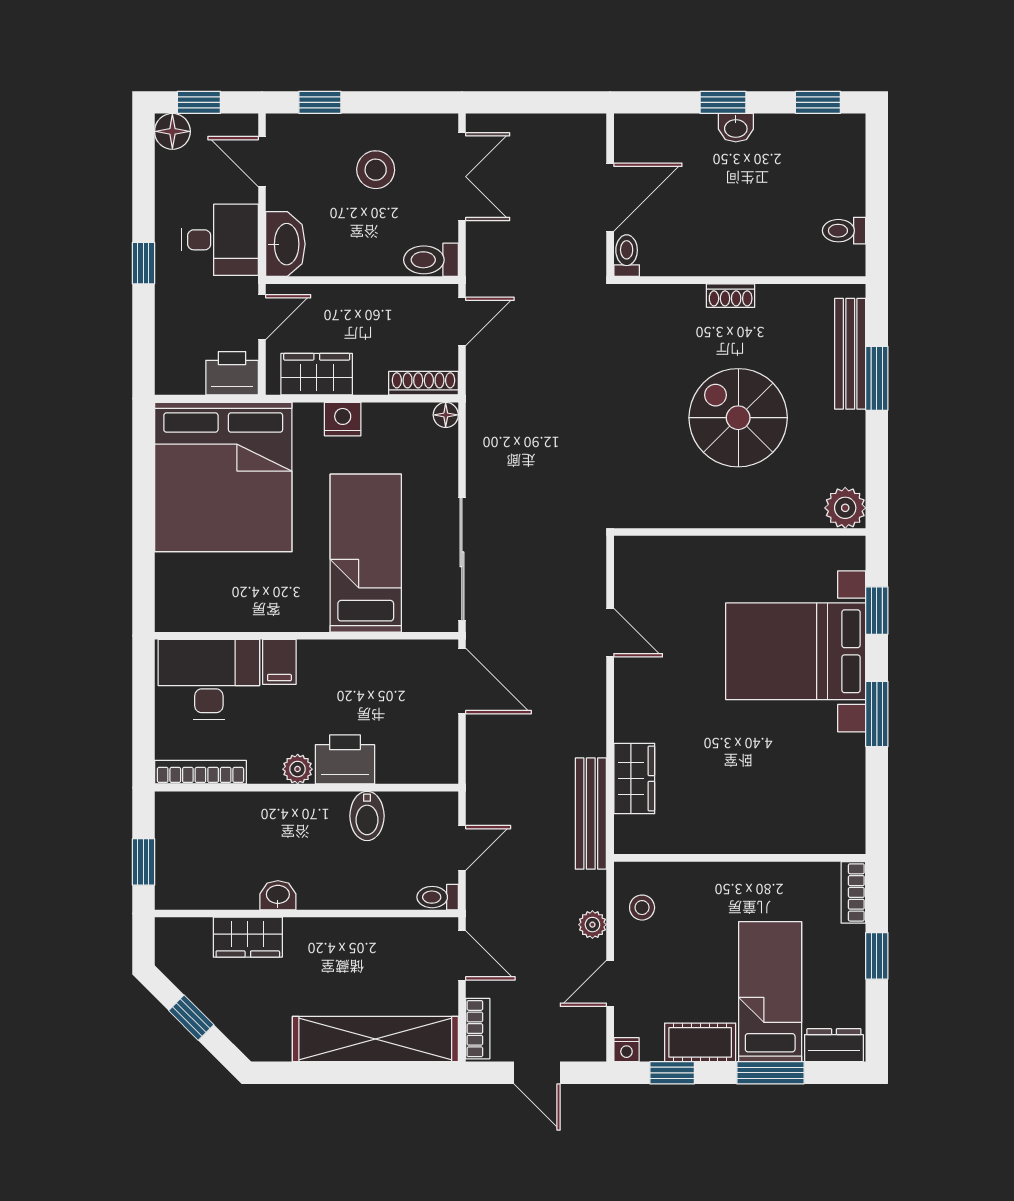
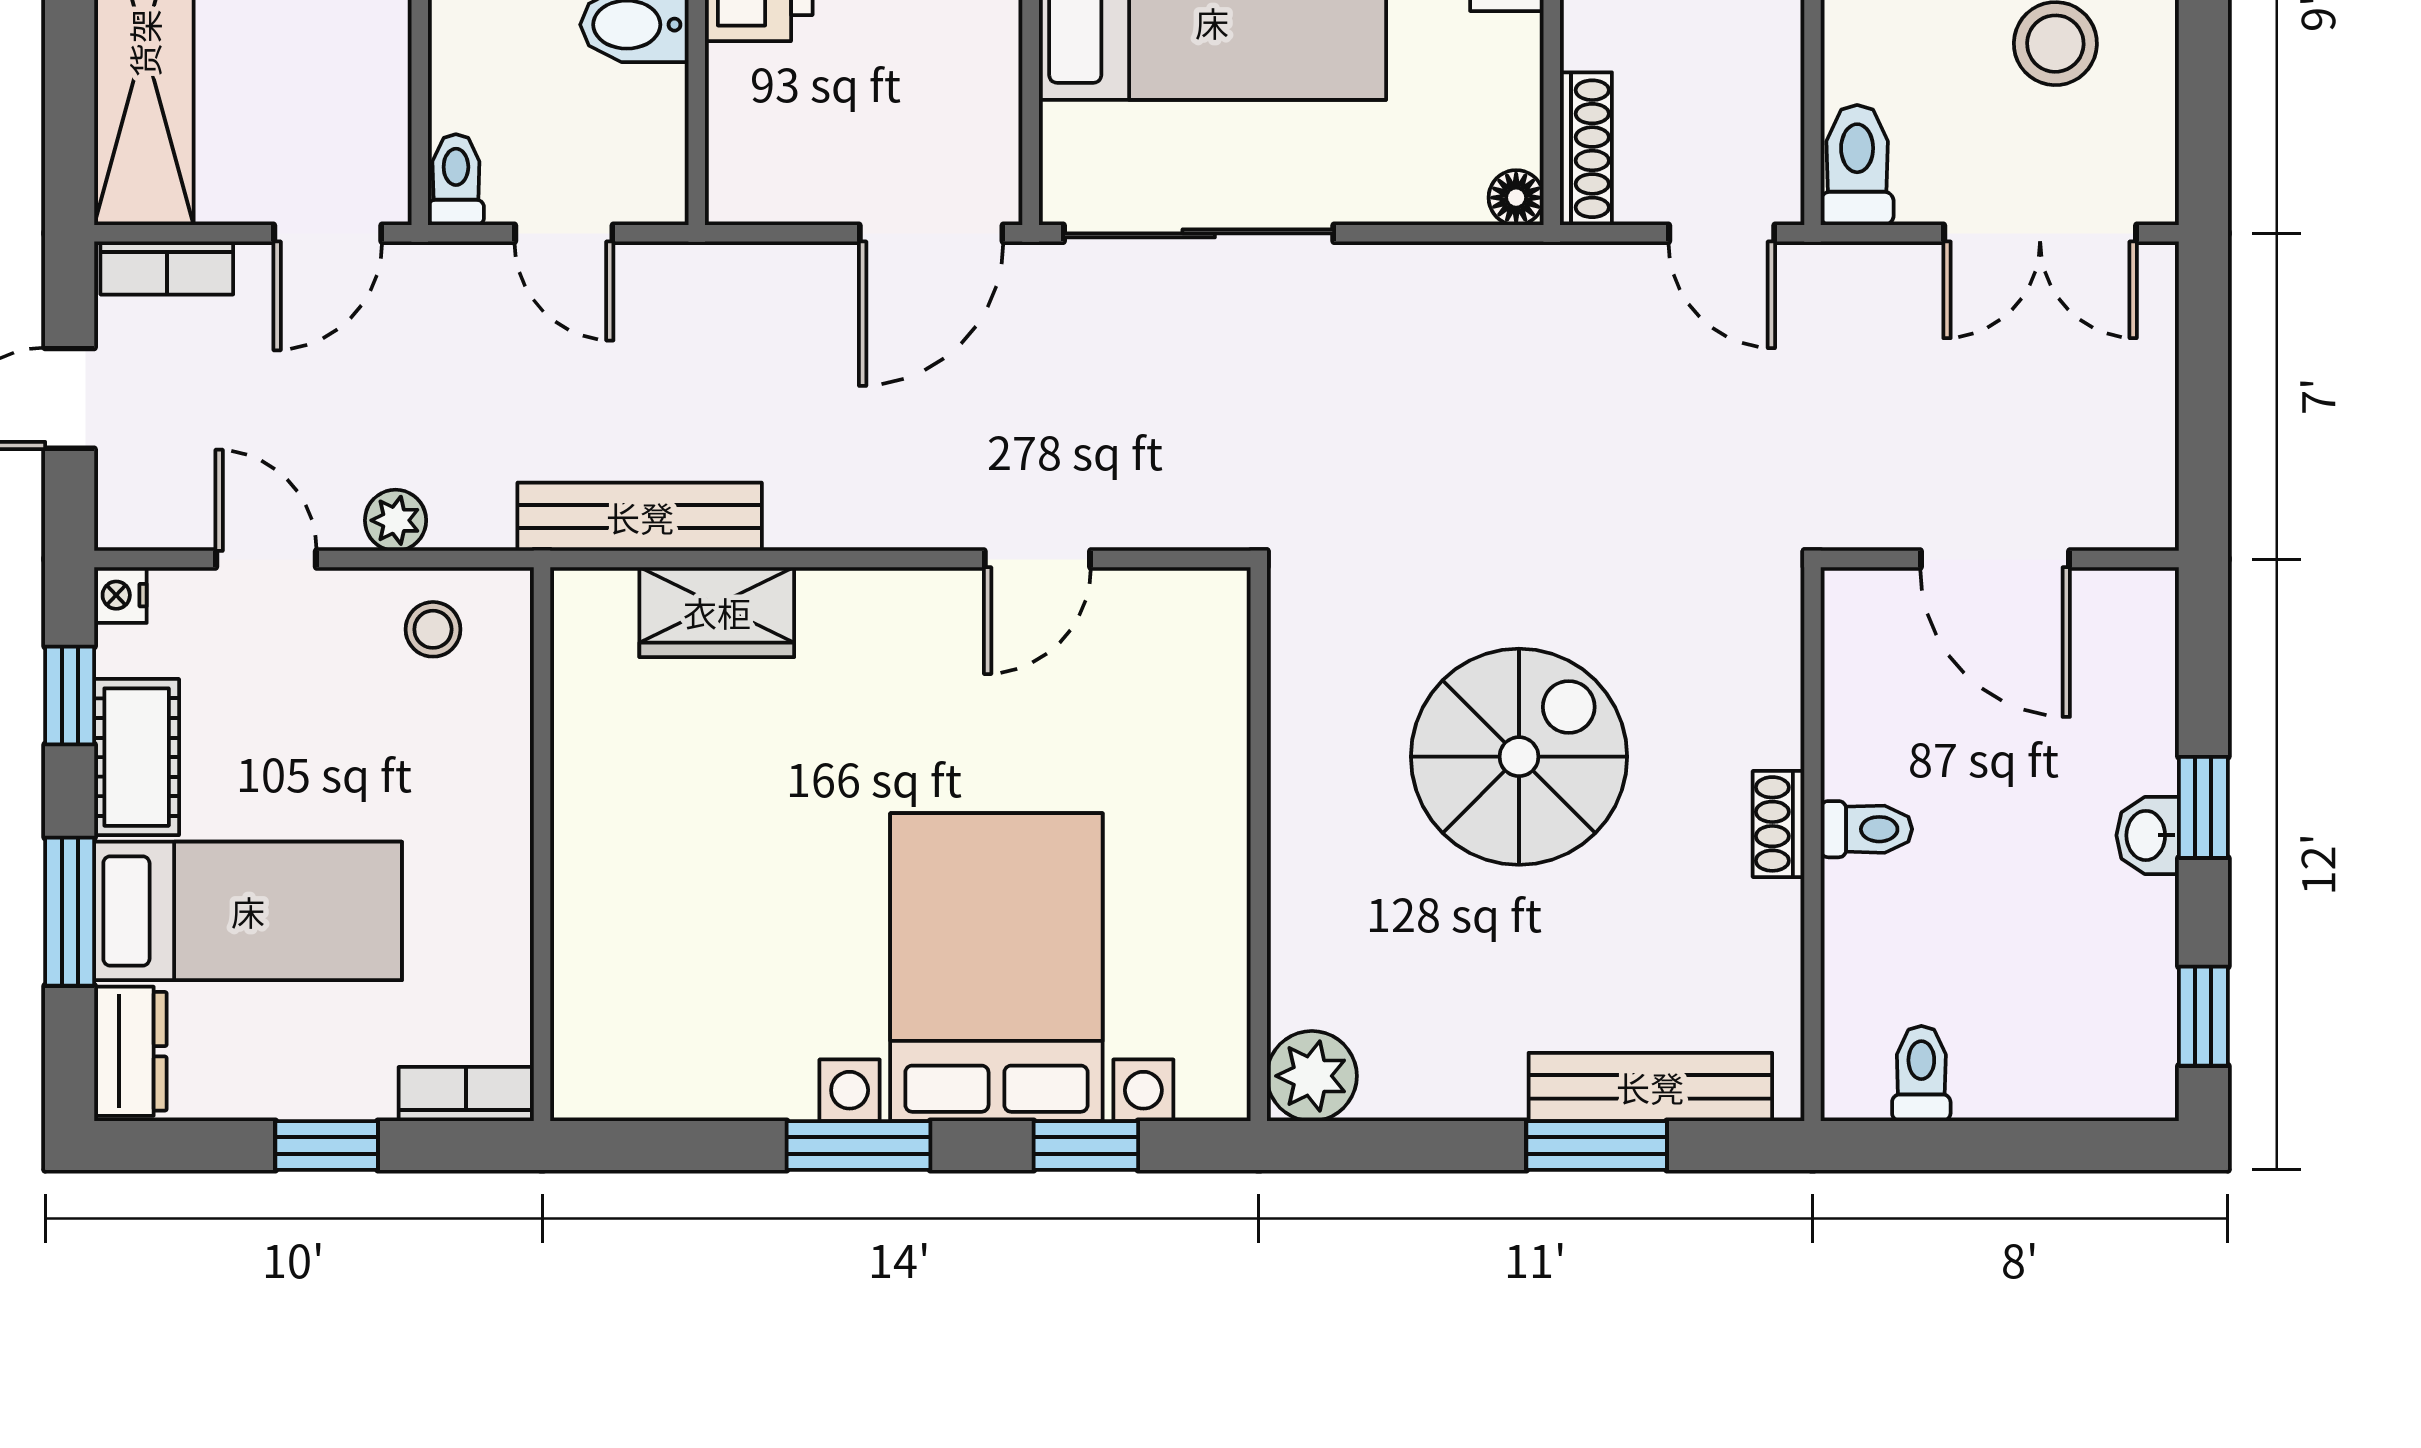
toilet: (627, 256) -> (1866, 829), moved
spiral stairs: (738, 418) -> (1519, 757), moved

